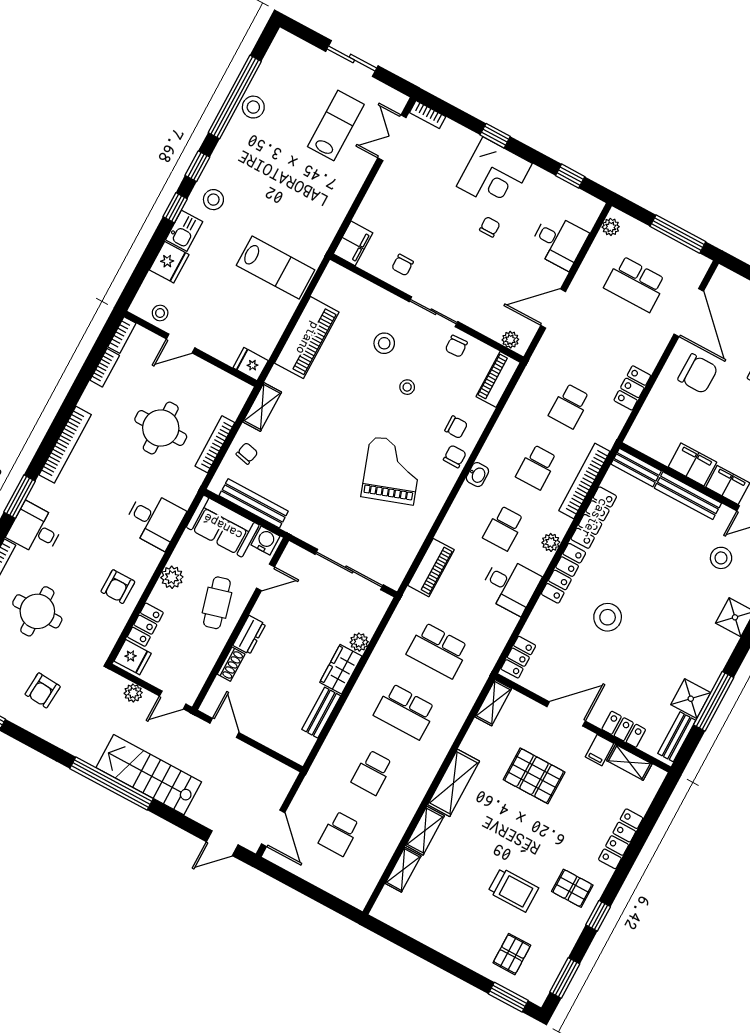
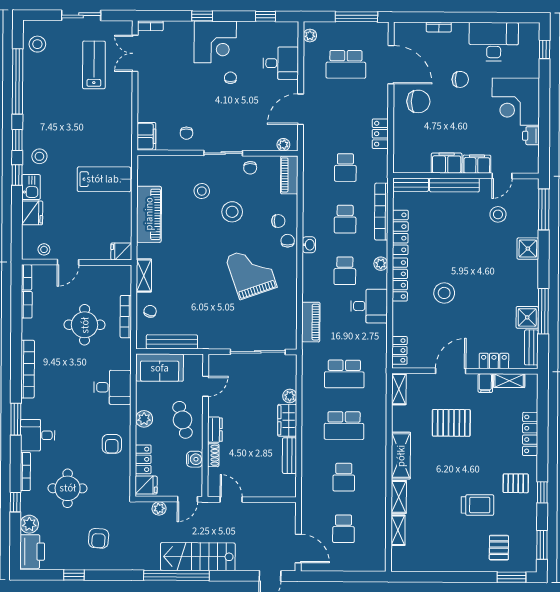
stool: (253, 107) -> (37, 44), moved
stool: (407, 387) -> (232, 212), width x1.89, depth x1.89
water cooler: (266, 541) -> (195, 459), moved, turned 90

